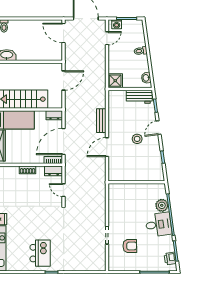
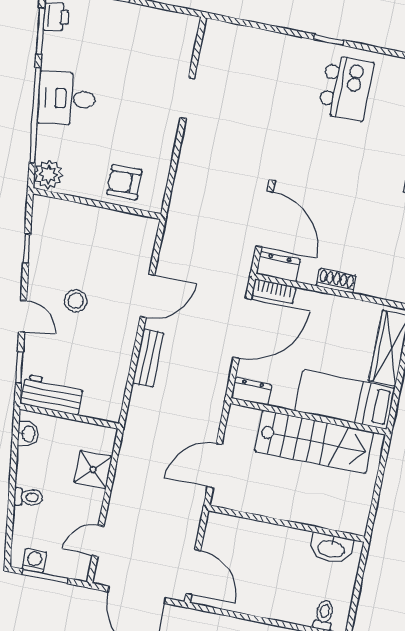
washing machine: (117, 24) -> (34, 561), moved
shower: (115, 81) -> (93, 469), moved
door: (159, 128) -> (23, 316), hinge flipped
door: (64, 190) -> (264, 219), width x1.88
plant: (162, 205) -> (48, 174), moved
armchair: (130, 246) -> (124, 182), moved
kitchen island: (40, 253) -> (346, 88), turned 180

